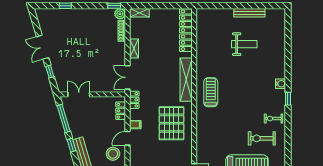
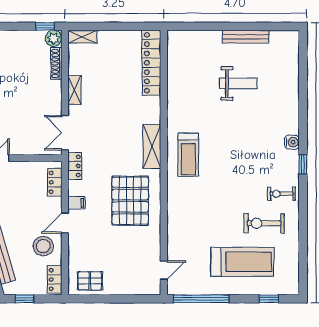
shelving: (186, 80) -> (152, 146), width x0.68
treadmill: (211, 92) -> (188, 155), turned 180

